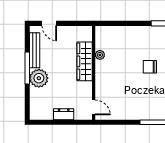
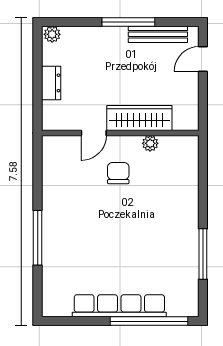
chair: (150, 67) -> (118, 173), moved
plant: (39, 78) -> (52, 34), moved, width x0.53, depth x0.53
door: (94, 107) -> (94, 133), moved

